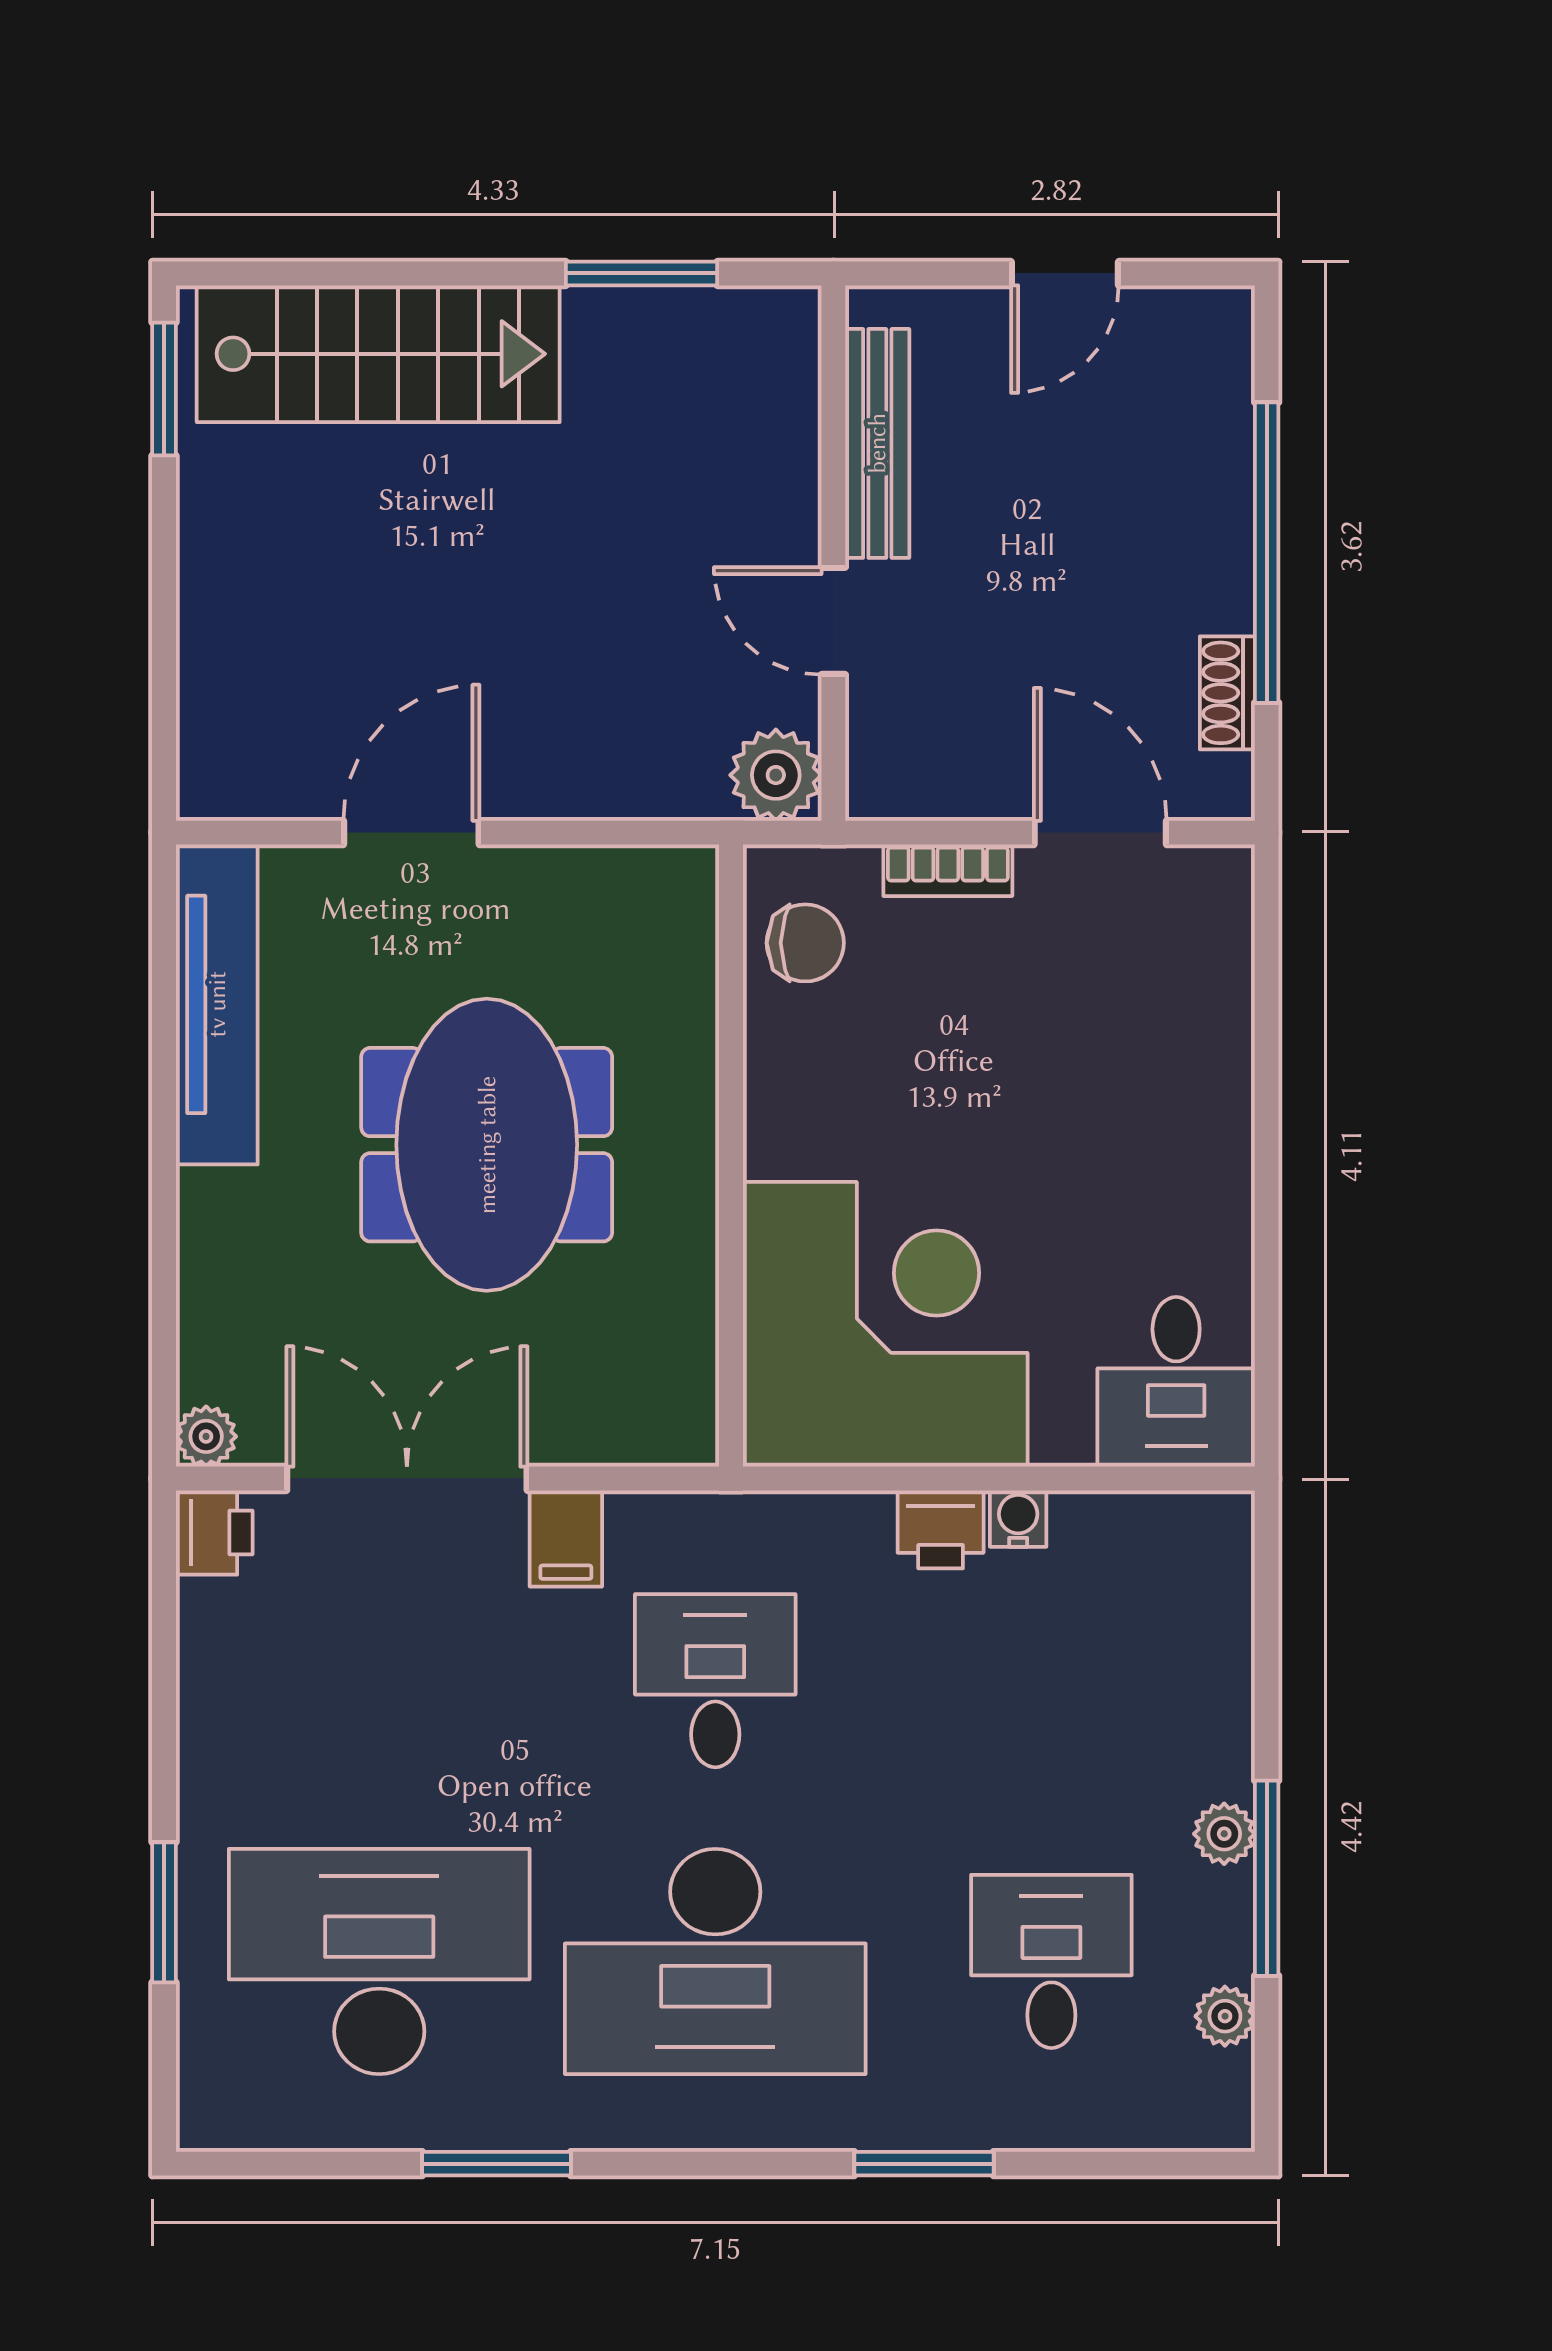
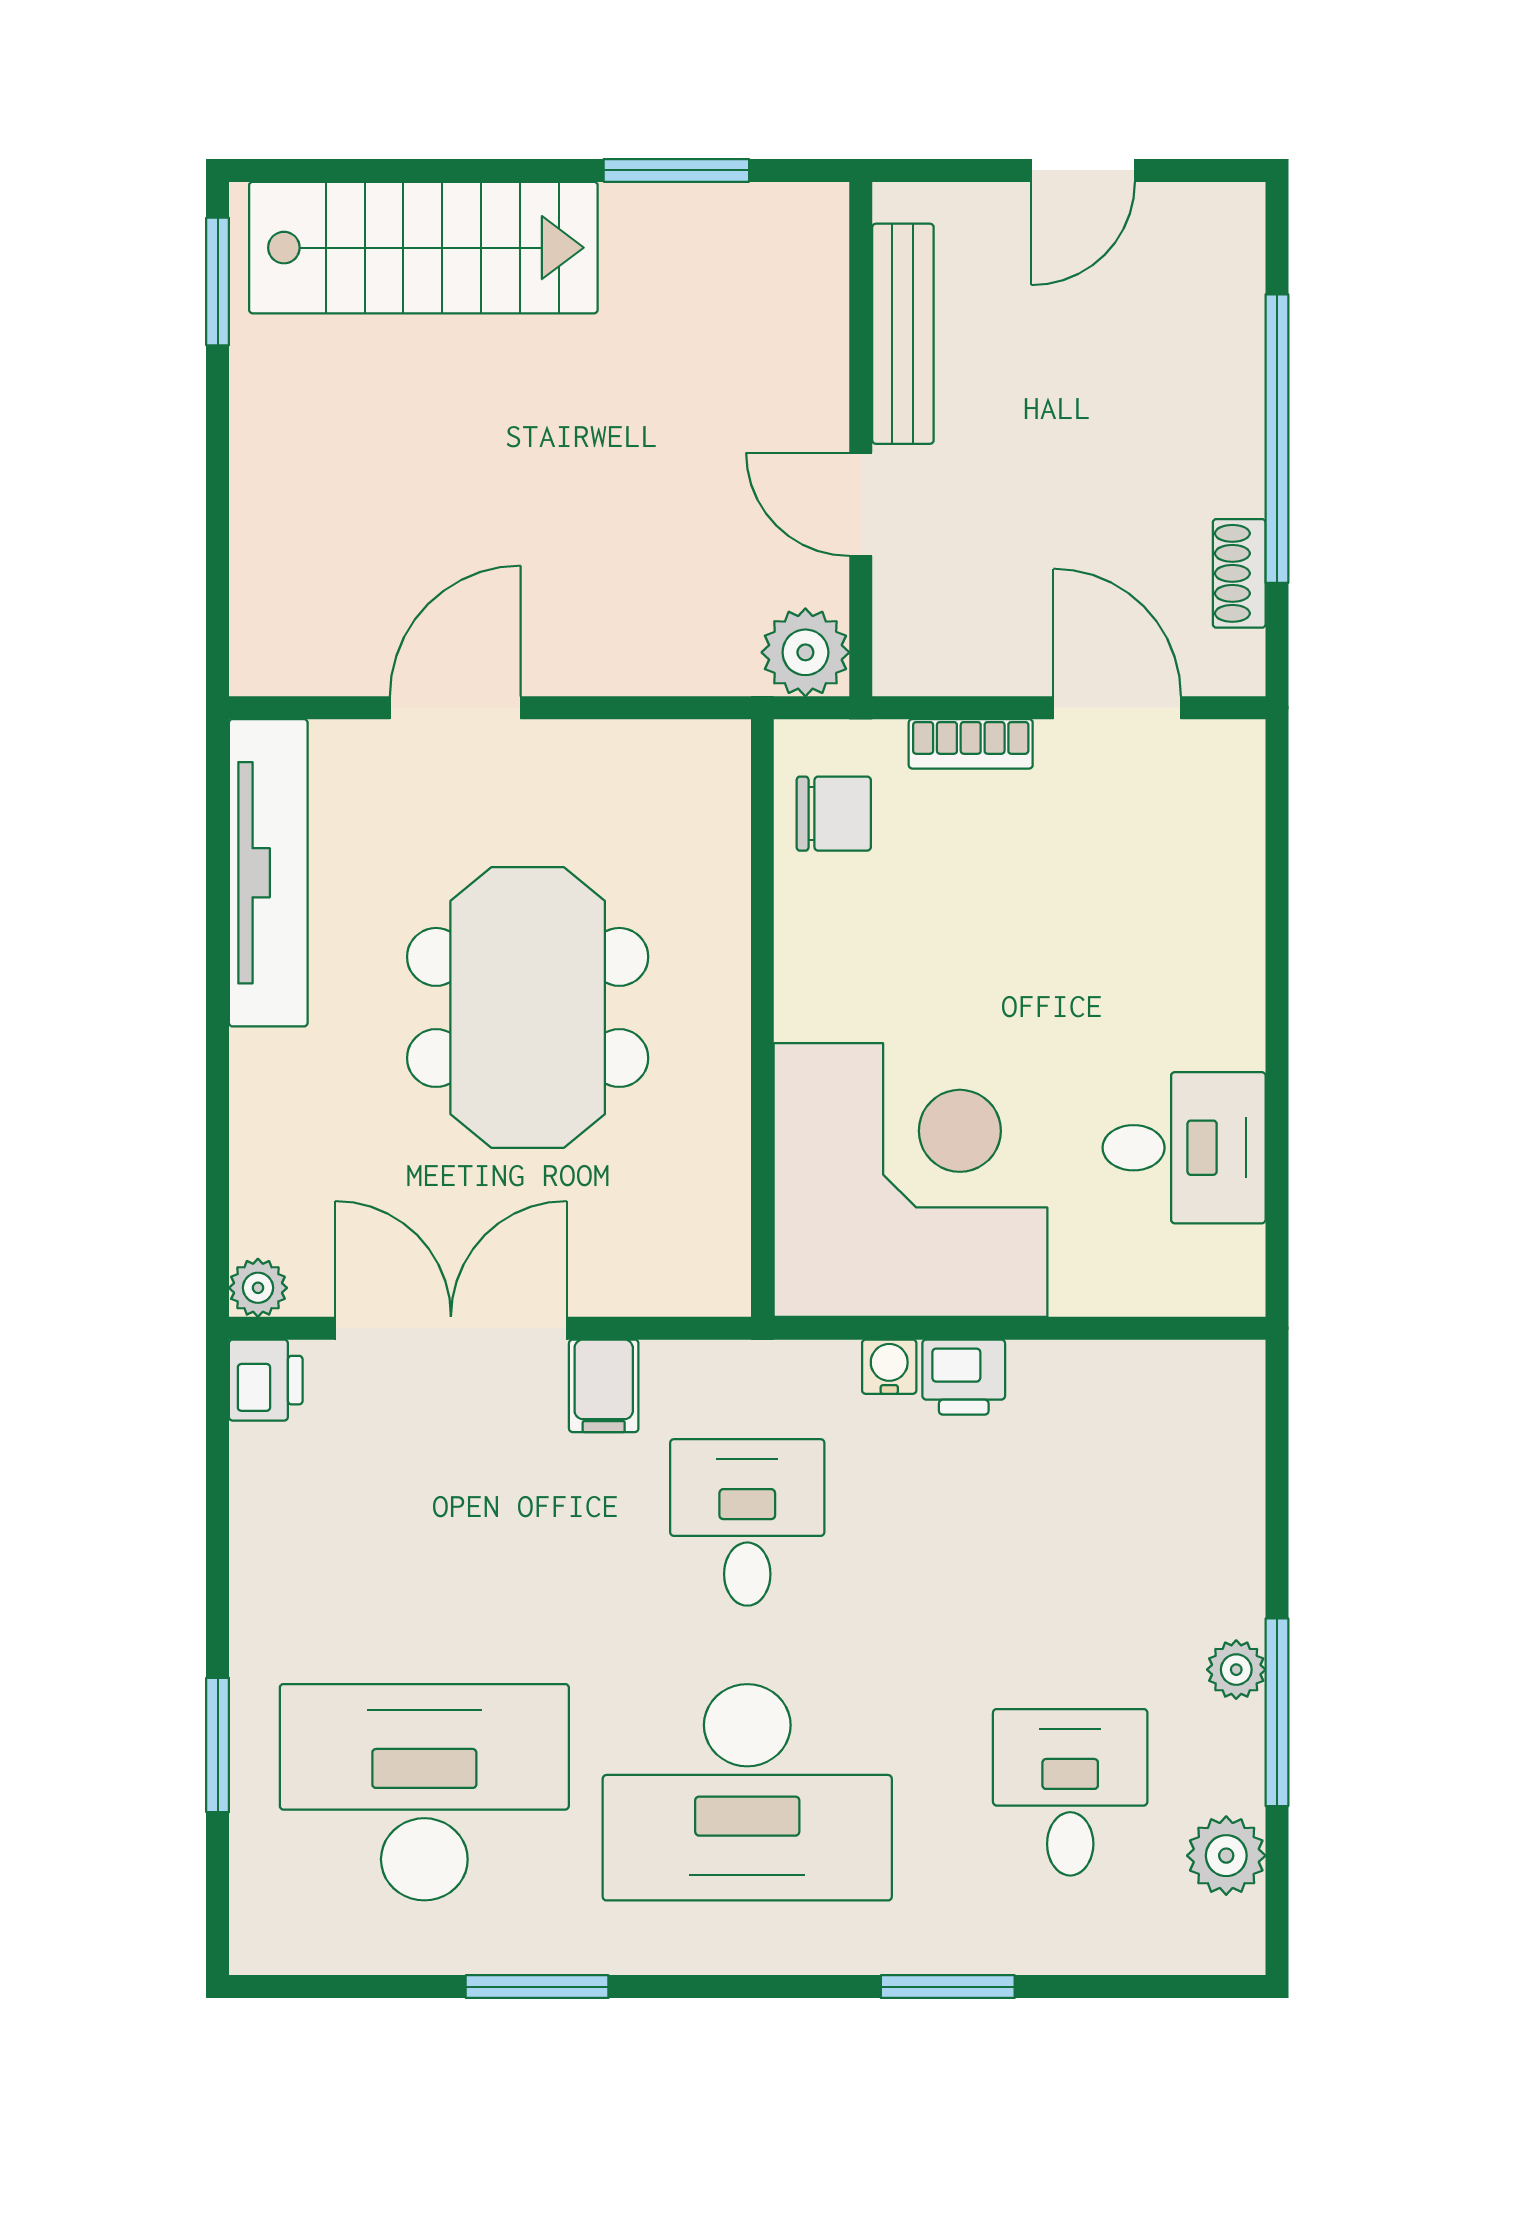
desk: (1176, 1382) -> (1184, 1148), moved, turned -90
water cooler: (1018, 1519) -> (889, 1367), moved
plant: (1225, 2016) -> (1226, 1856), width x1.38, depth x1.38

